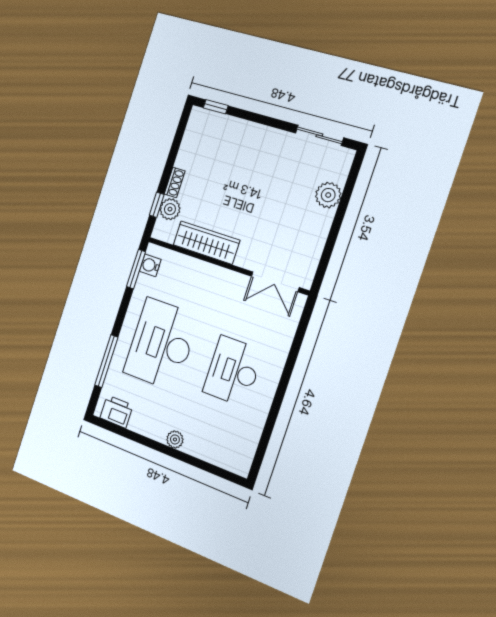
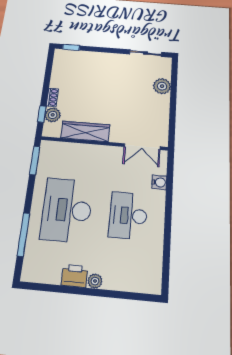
water cooler: (150, 265) -> (159, 182), moved, turned 180
printer: (116, 412) -> (75, 276), moved

